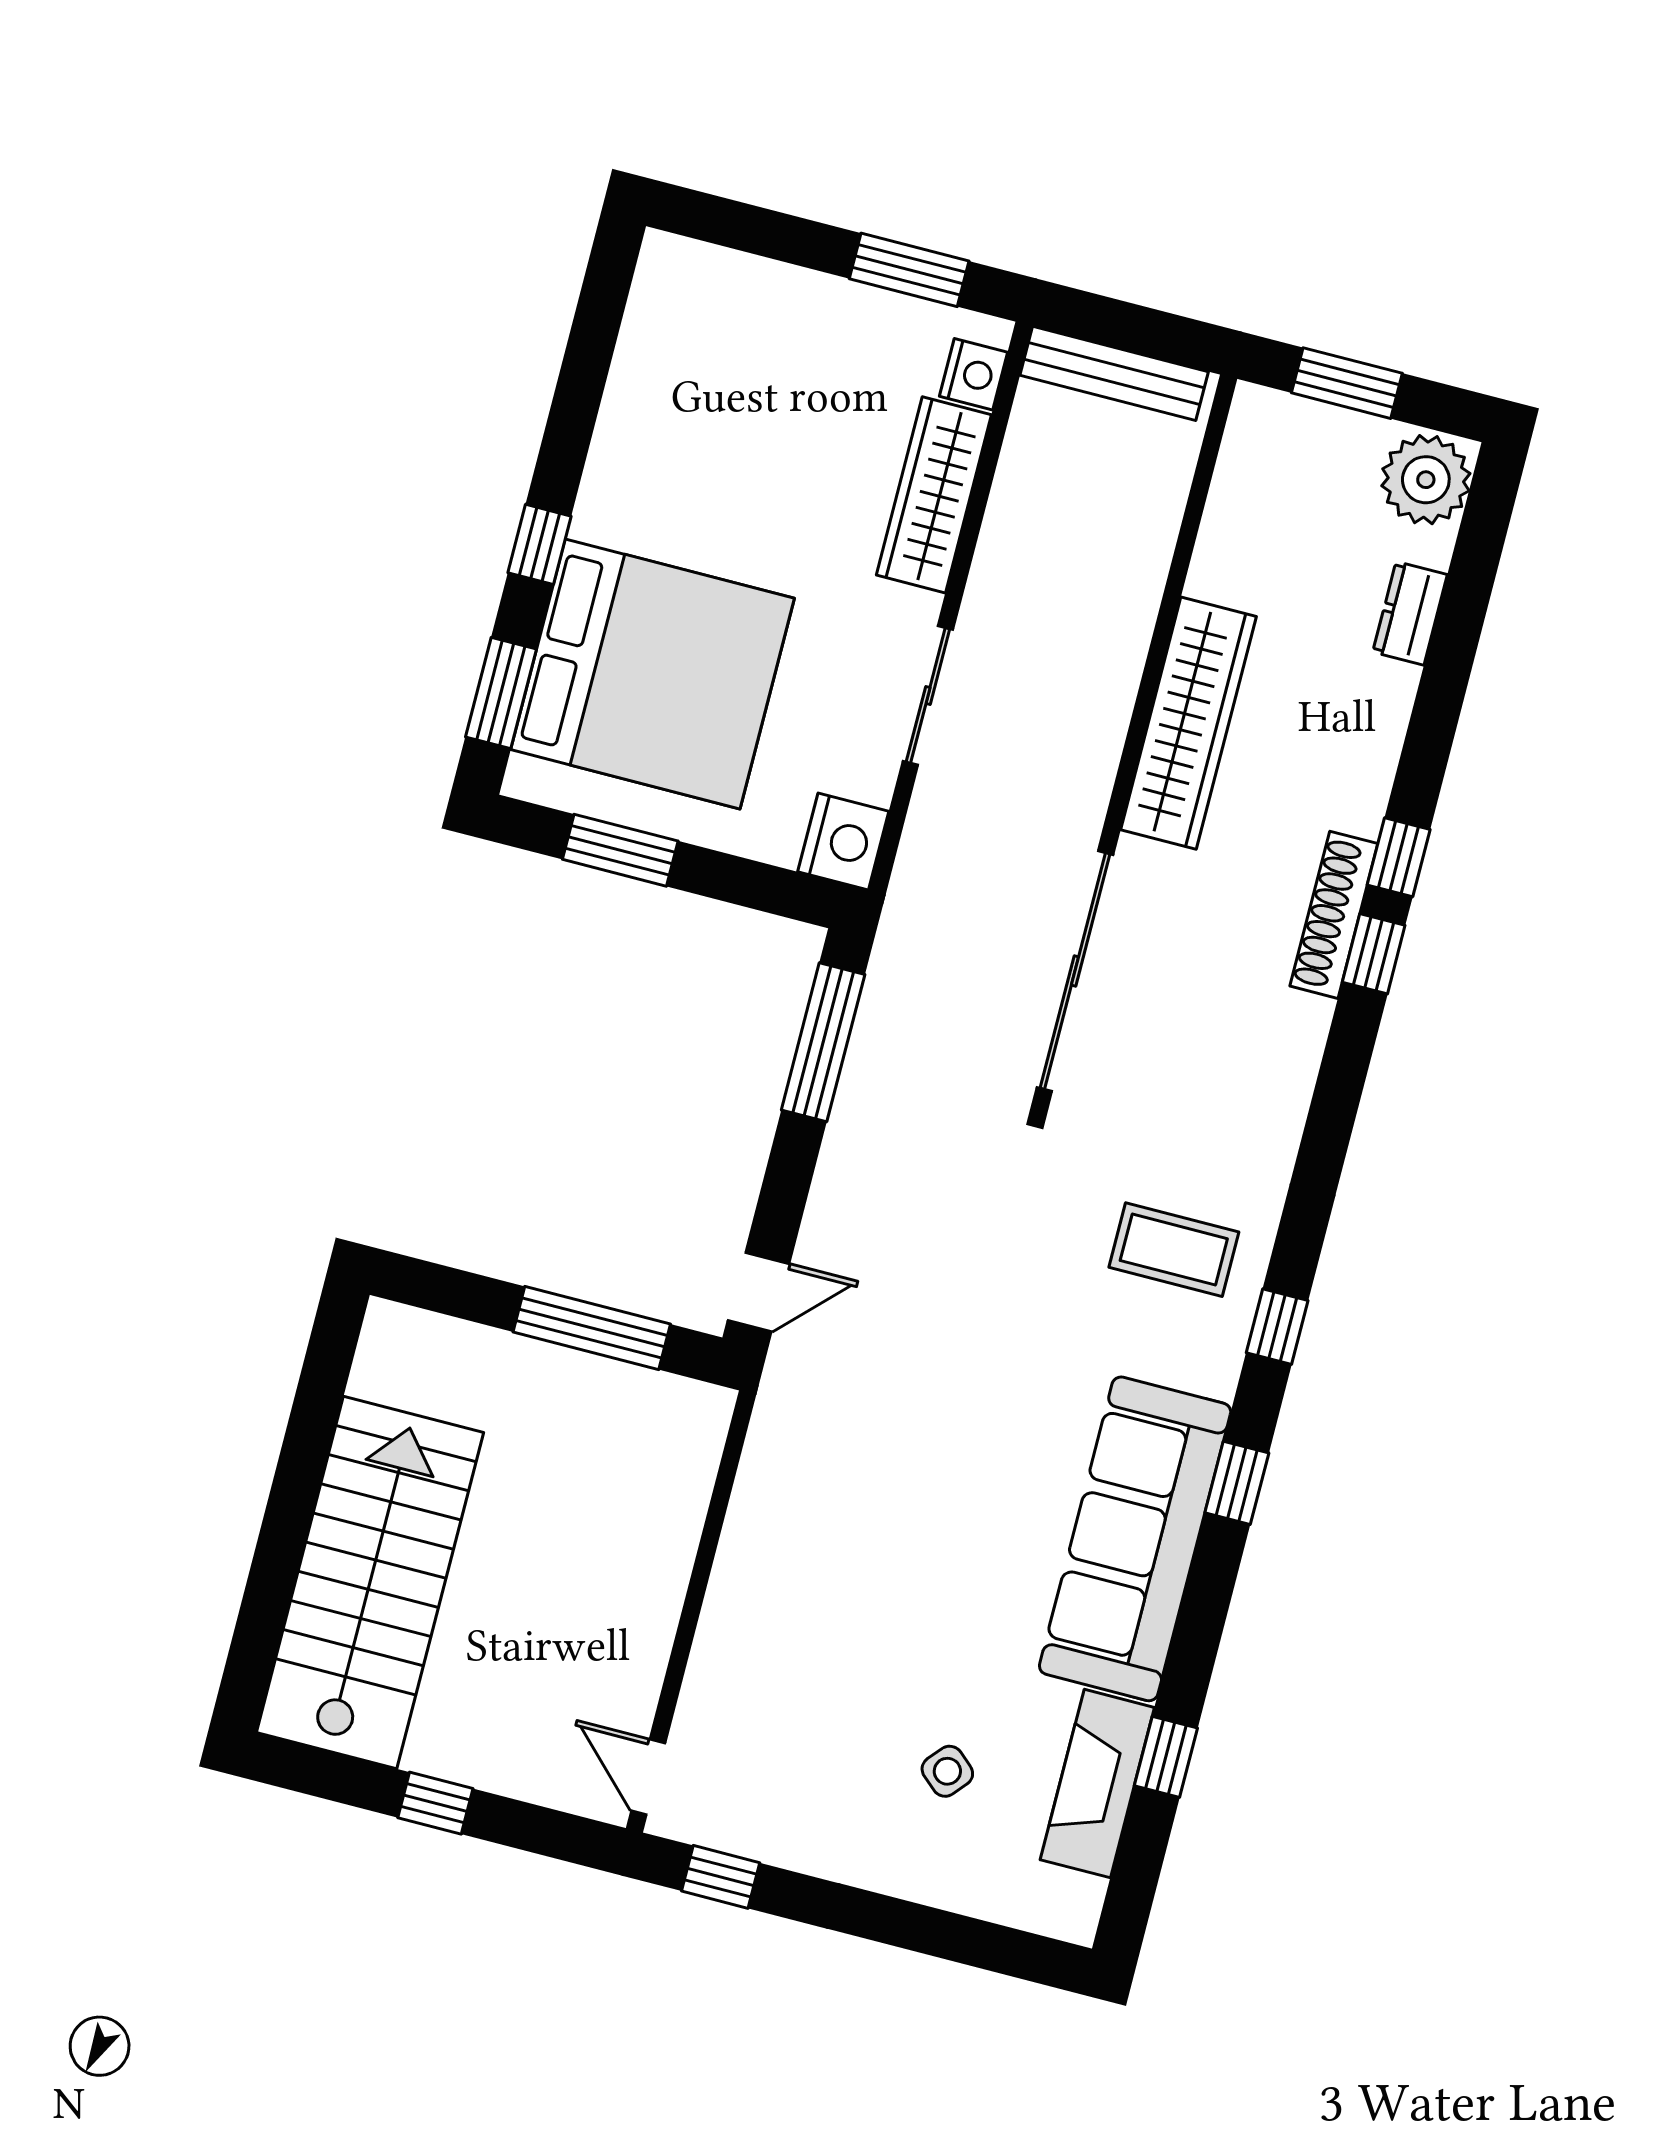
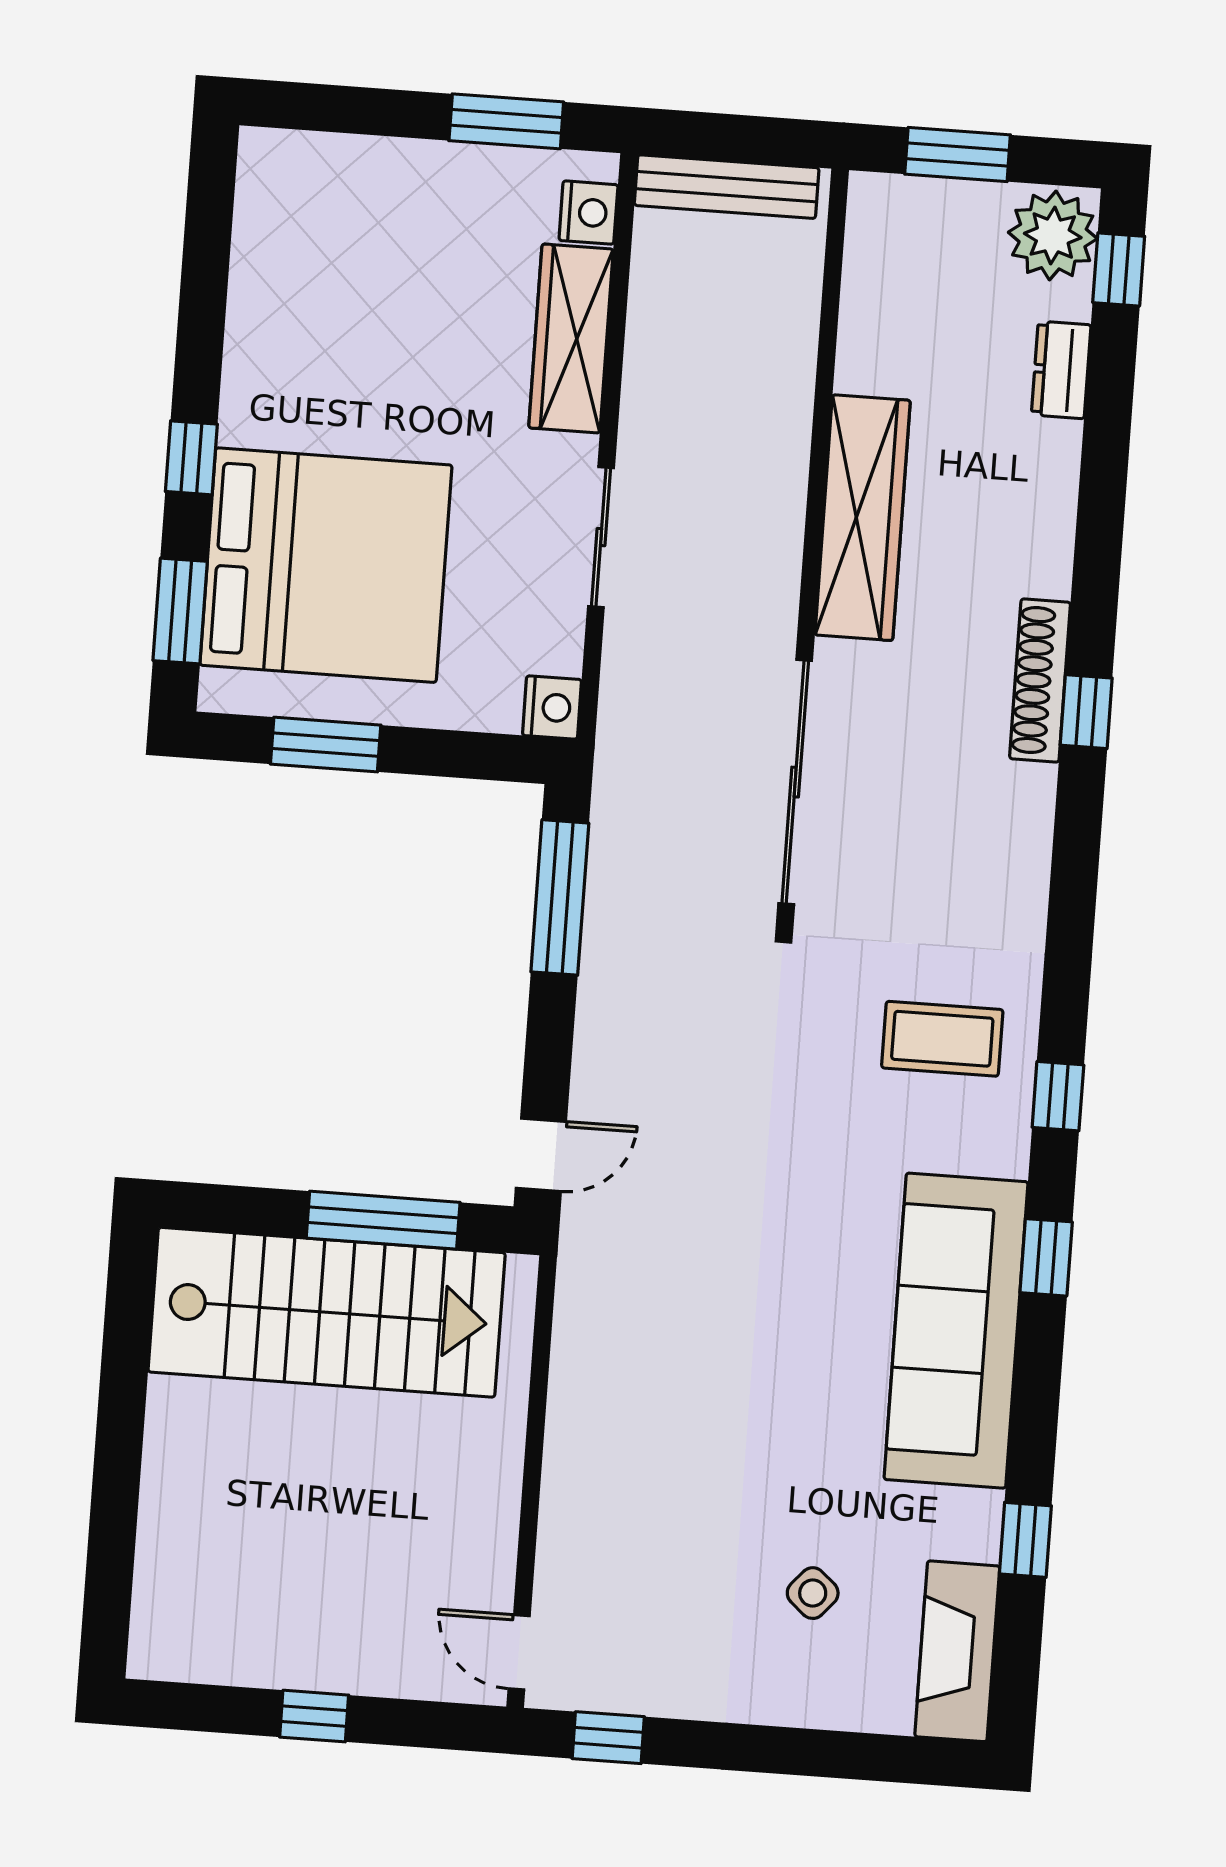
nightstand: (843, 842) -> (552, 707), width x0.74, depth x0.75
window: (1399, 857) -> (1119, 269), moved
stairs: (370, 1582) -> (327, 1312), moved, turned 90
fireplace: (1097, 1784) -> (957, 1651), moved

